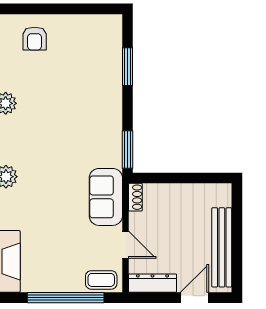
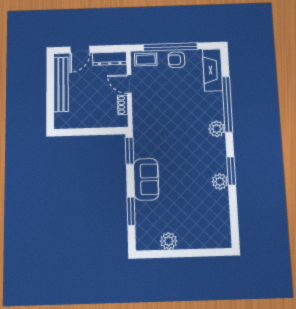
plant: (78, 25) -> (169, 241), added
armchair: (35, 39) -> (176, 60), moved, turned -90
sofa: (106, 197) -> (146, 179), moved
shoe rack: (135, 197) -> (123, 105), moved

